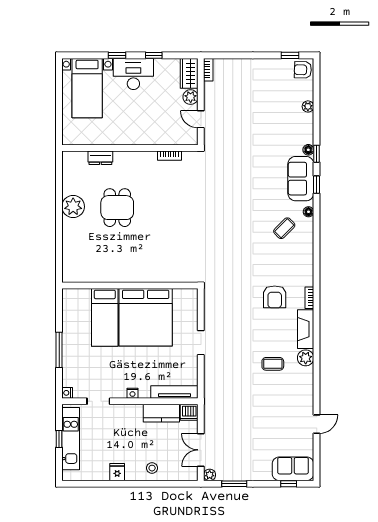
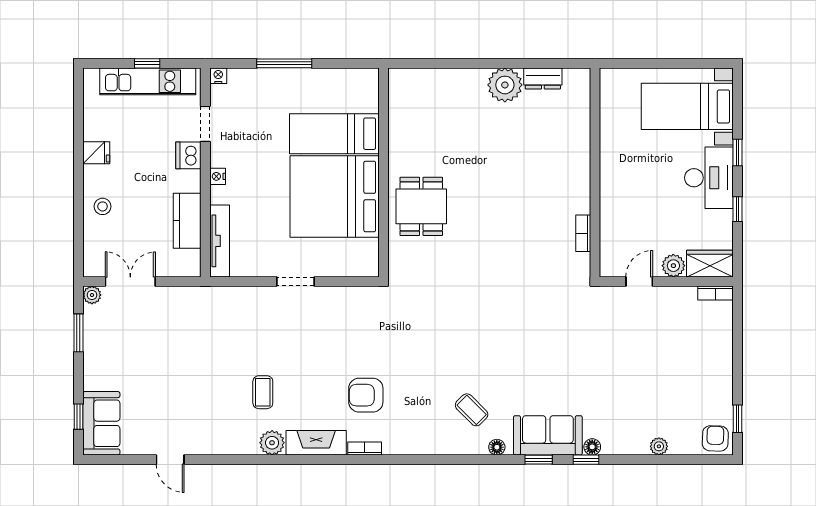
dresser: (100, 158) -> (543, 78), moved, turned -90
dining table: (117, 208) -> (421, 206), moved, turned 90
dishwasher: (189, 412) -> (188, 155), moved

